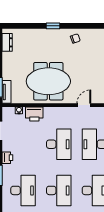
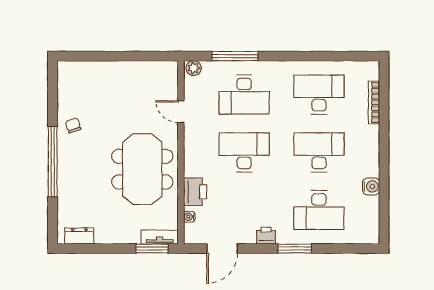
window: (53, 26) -> (53, 162), width x3.17
desk: (23, 190) -> (319, 210), turned 180

